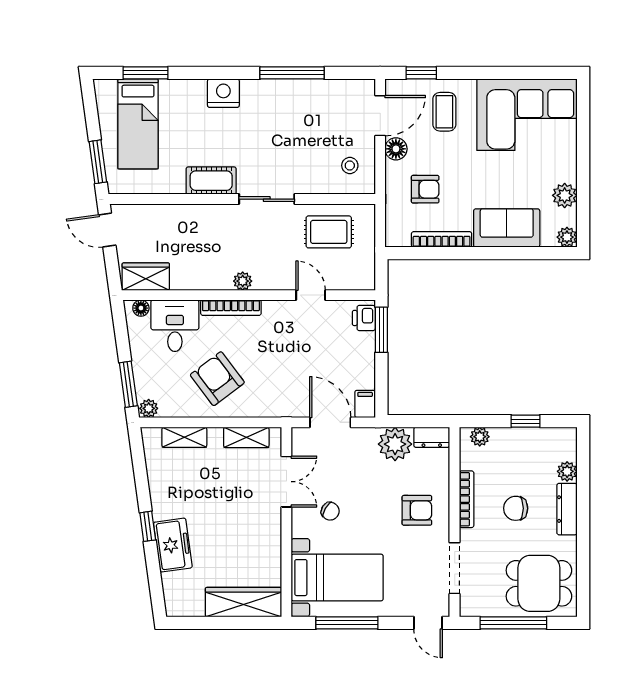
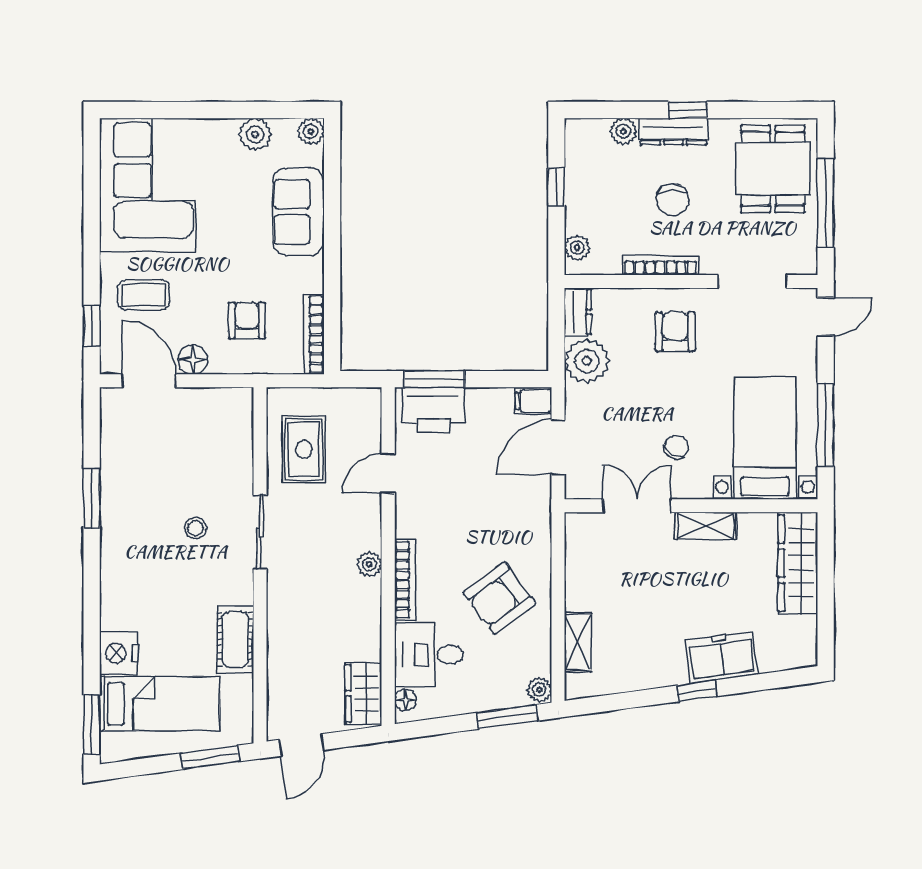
window: (146, 73) -> (92, 725), moved
window: (292, 73) -> (92, 498), width x0.69
nightstand: (223, 93) -> (119, 653), moved
stool: (350, 165) -> (196, 528), moved
cot: (211, 181) -> (235, 639), moved
bookcase: (442, 239) -> (314, 334), moved
printer: (364, 318) -> (433, 410), width x1.87, depth x1.48
shelving: (246, 437) -> (706, 526), moved, turned 90
window: (583, 520) -> (688, 110), added

